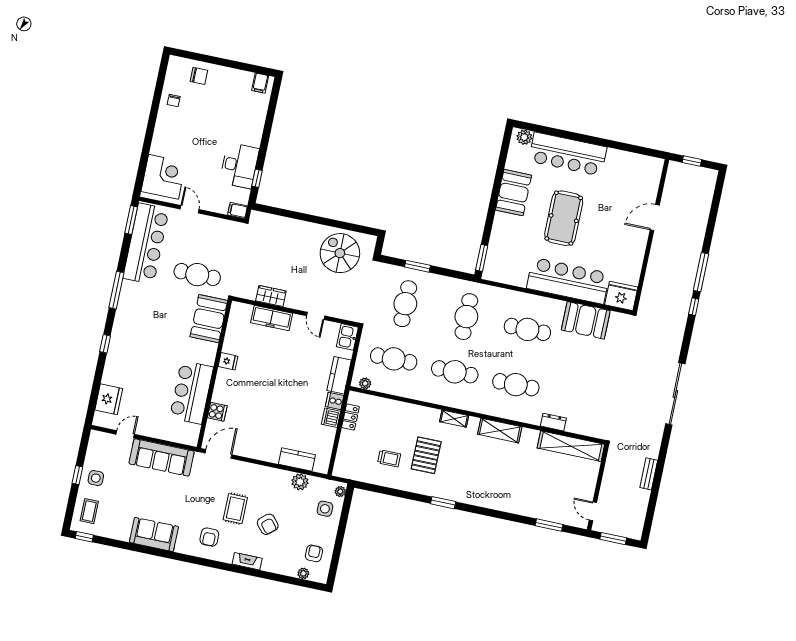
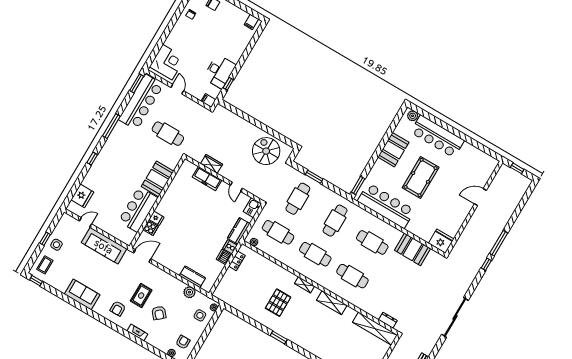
bar counter: (568, 281) -> (386, 206), moved
booth: (209, 319) -> (158, 179), moved
fridge: (228, 361) -> (156, 218), moved
dresser: (553, 422) -> (388, 320), moved
trolley: (389, 458) -> (253, 296), removed

